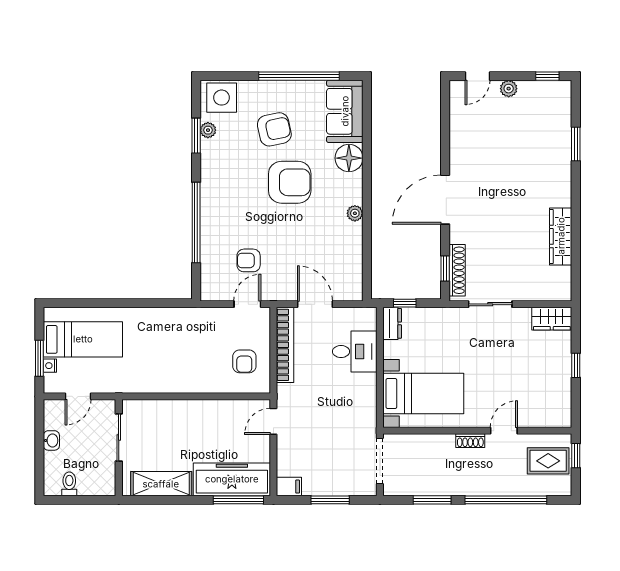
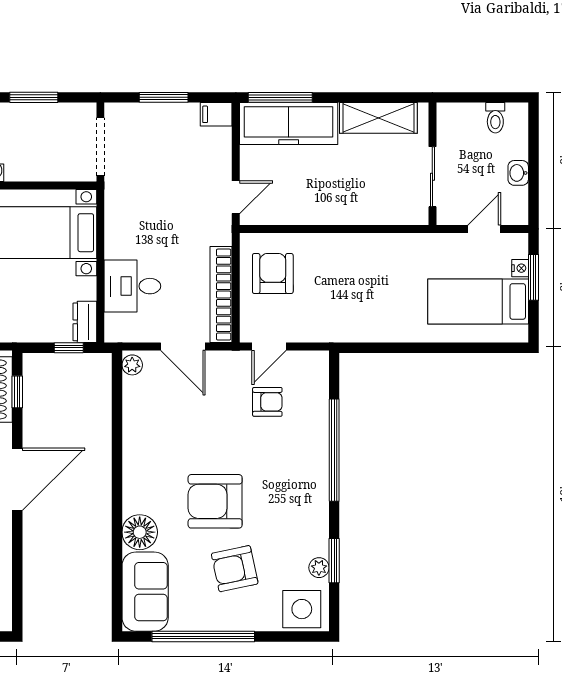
plant: (355, 213) -> (132, 365), moved
armchair: (244, 361) -> (273, 274), width x1.38, depth x1.38

